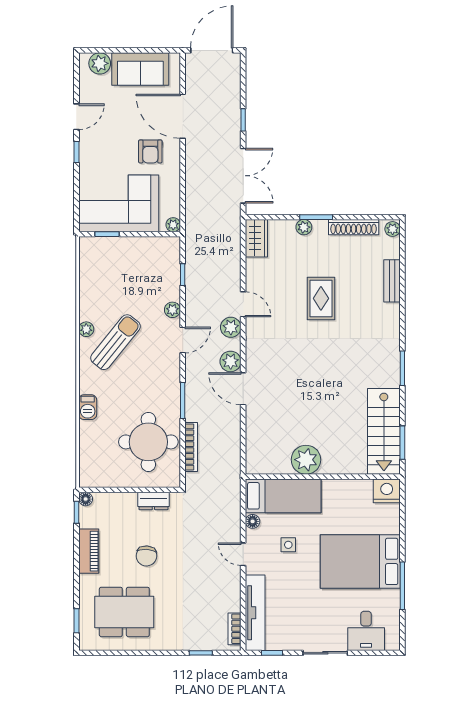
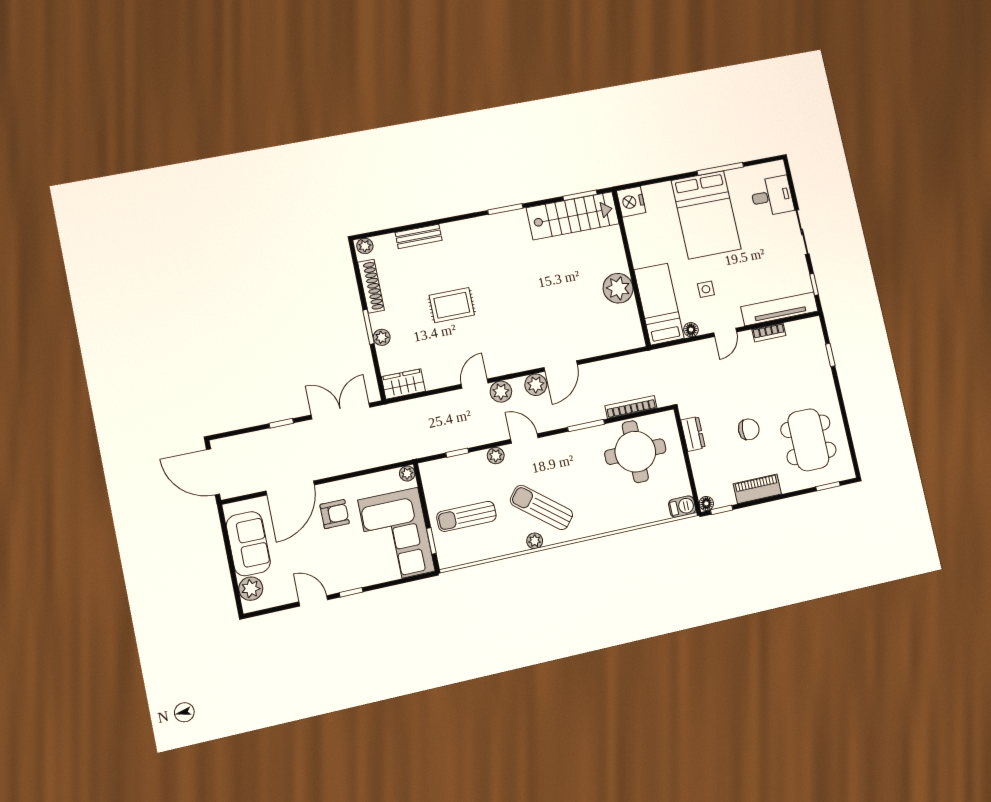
sun lounger: (122, 271) -> (466, 516), added
barbecue: (88, 407) -> (682, 507), moved
bookcase: (235, 629) -> (769, 333), moved

